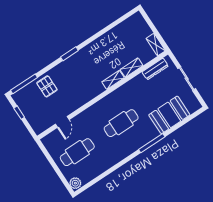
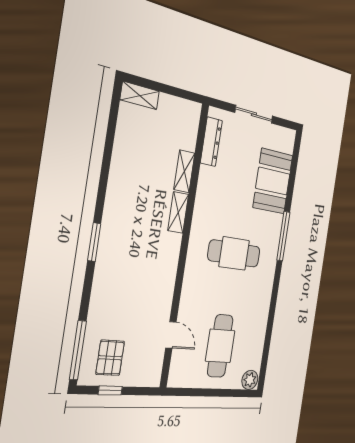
shelving: (156, 45) -> (140, 95), moved
pallet: (47, 86) -> (110, 358), moved, turned 90
cafe table: (121, 123) -> (234, 254), turned 90

